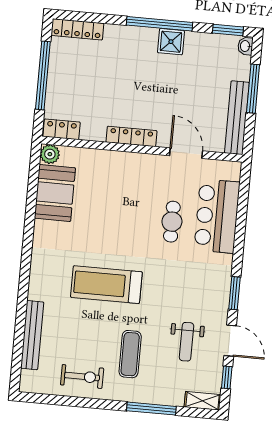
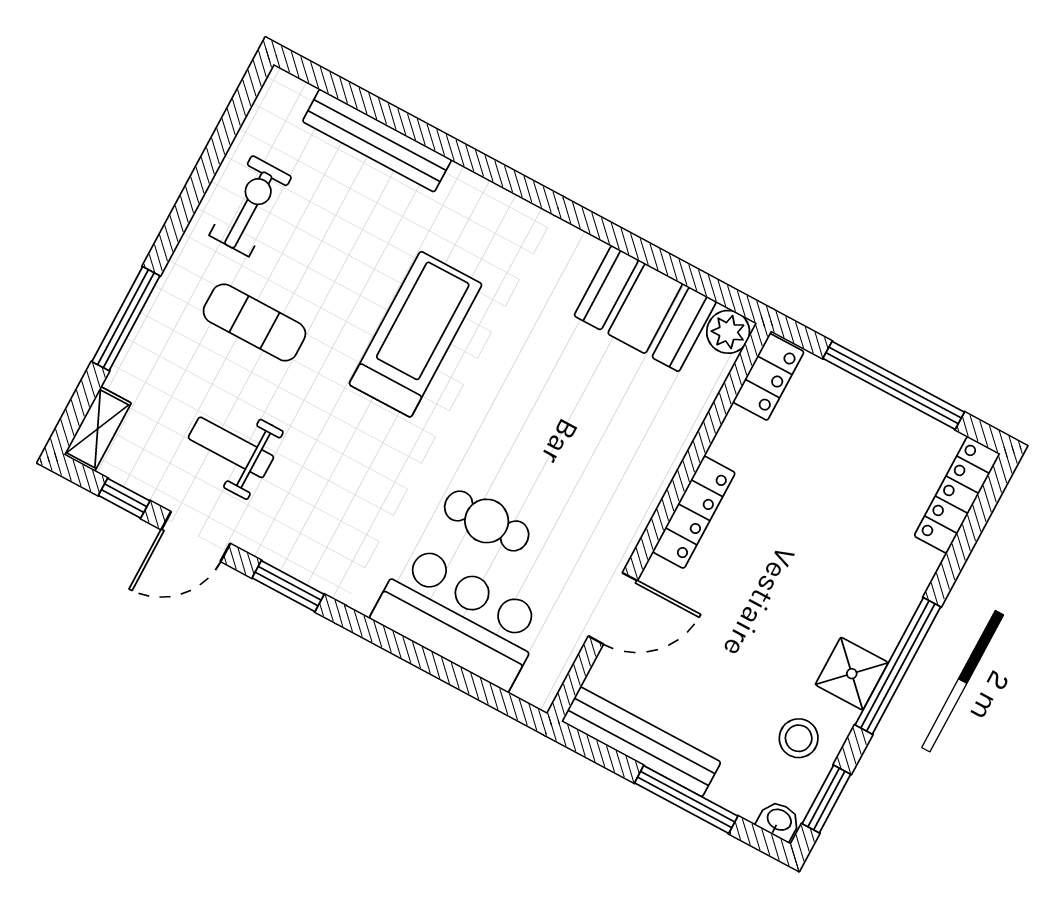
stool: (207, 52) -> (799, 738), added
exercise bike: (82, 376) -> (250, 206), turned 180

